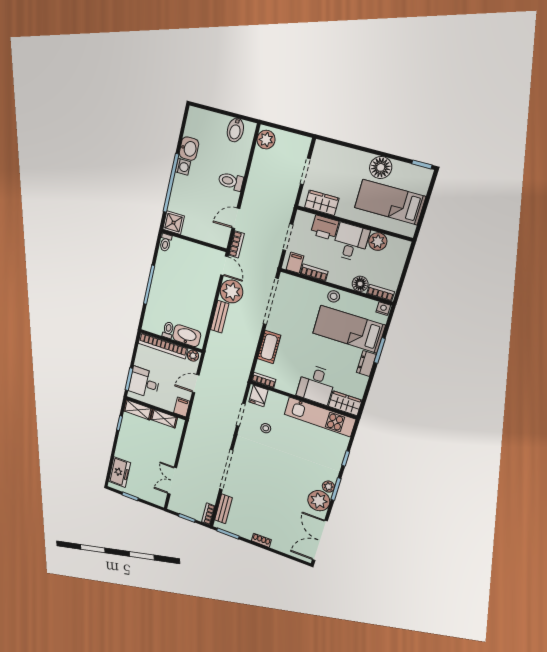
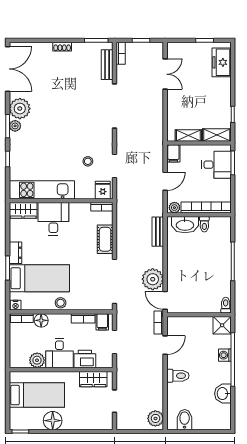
washing machine: (183, 167) -> (225, 355), moved
bench: (220, 317) -> (158, 232), moved

